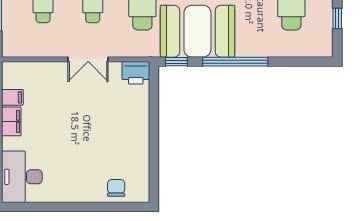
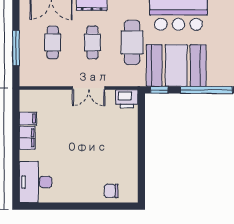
chair: (116, 188) -> (111, 191), turned -90

